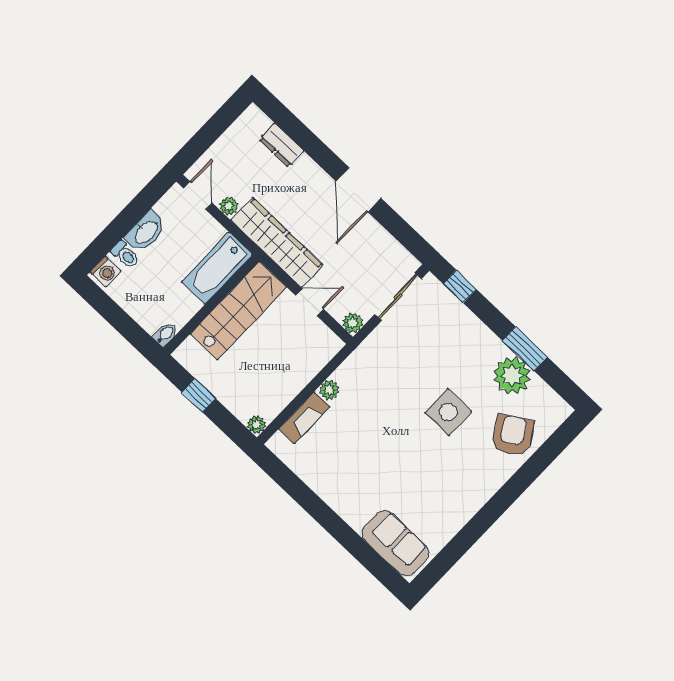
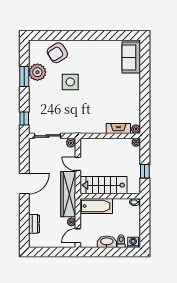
plant: (329, 390) -> (136, 129), moved

